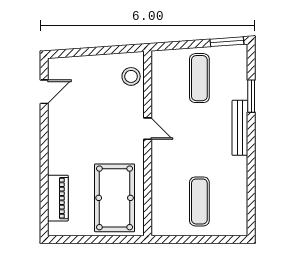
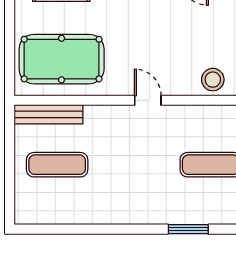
bench: (240, 128) -> (49, 114), moved
door: (148, 129) -> (148, 100), swing flipped

